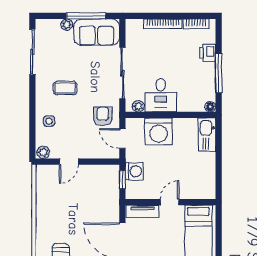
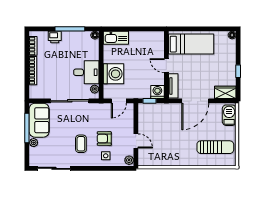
armchair: (103, 116) -> (104, 139), moved
washing machine: (134, 171) -> (157, 92), moved

